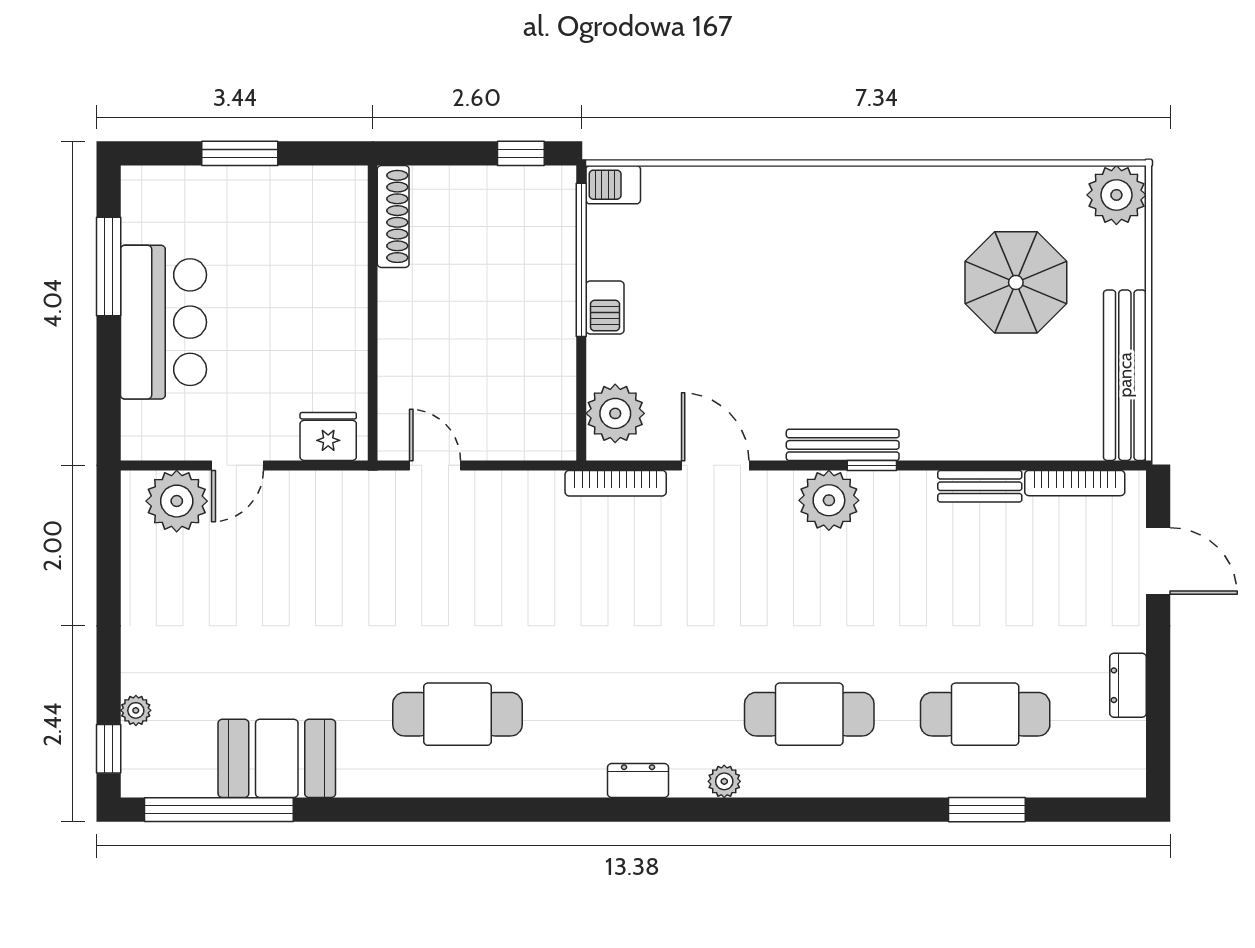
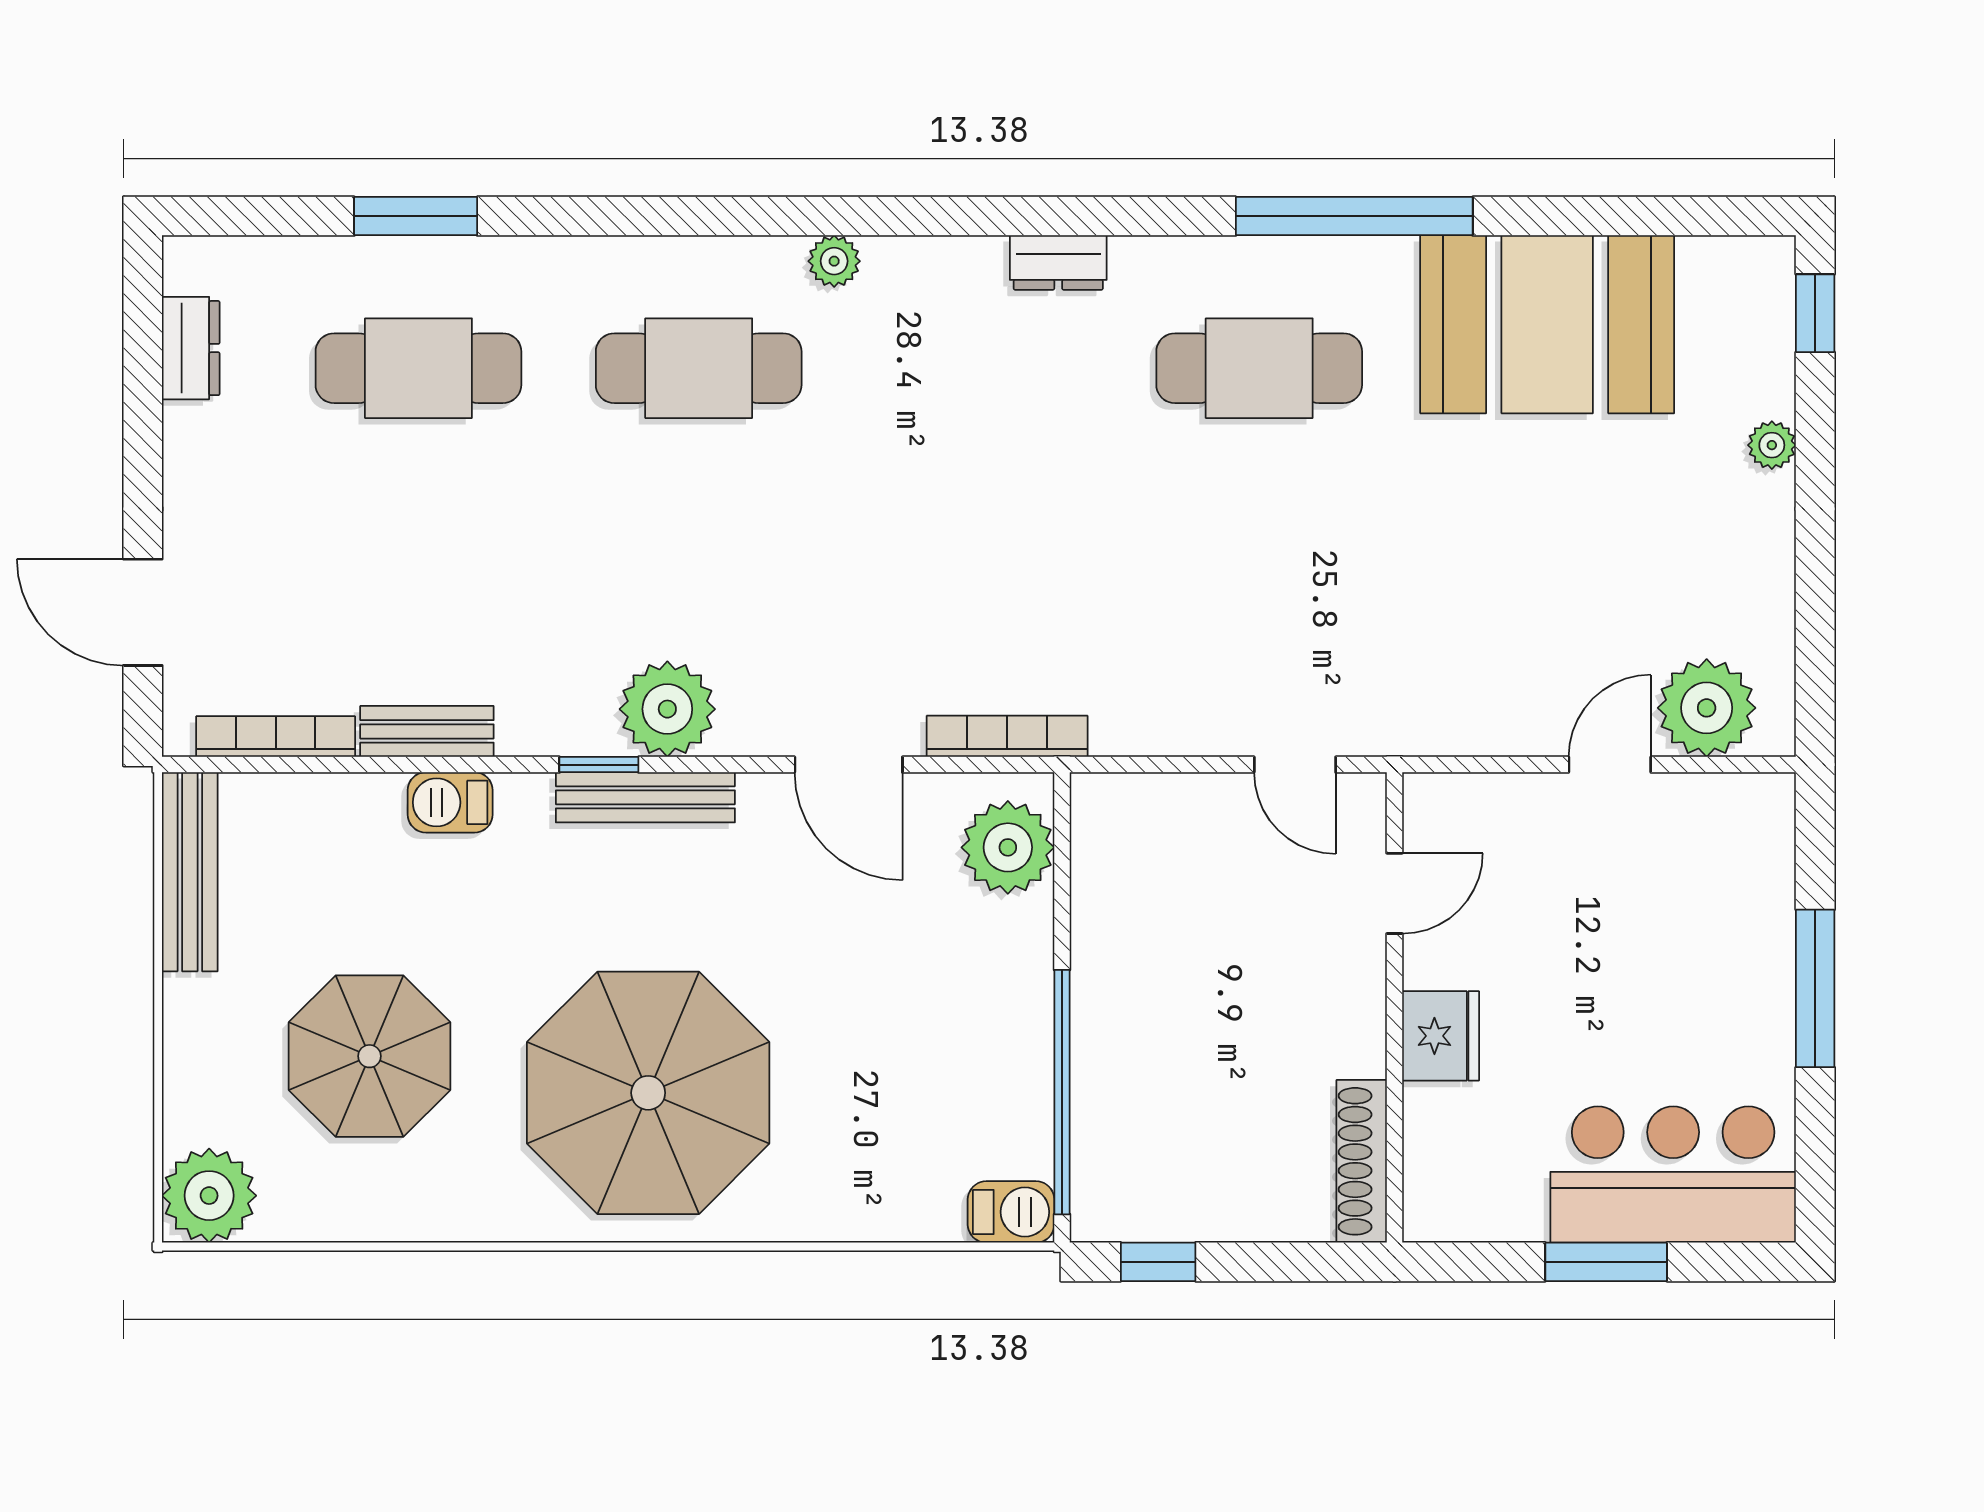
parasol: (841, 259) -> (648, 1093), added
window: (109, 266) -> (1815, 988), moved
barbecue: (605, 308) -> (450, 802), moved, turned -90
bar counter: (163, 322) -> (1673, 1175), moved, turned 90
bench: (1125, 375) -> (190, 872), width x0.73, depth x0.82
door: (373, 385) -> (1394, 893), added
fridge: (328, 436) -> (1441, 1036), moved, turned -90
dresser: (1128, 685) -> (191, 348), moved
plant: (136, 710) -> (1772, 445), moved
booth: (277, 758) -> (1547, 324), width x1.36, depth x1.42
dresser: (638, 781) -> (1058, 263), moved
window: (219, 810) -> (1354, 216), moved

